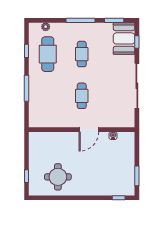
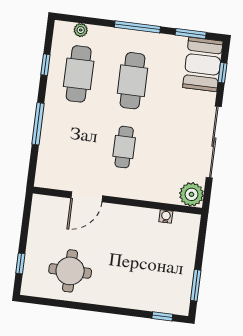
cafe table: (82, 54) -> (132, 81), width x1.37, depth x1.35
plant: (127, 120) -> (191, 194), added
door: (89, 130) -> (87, 197), moved

